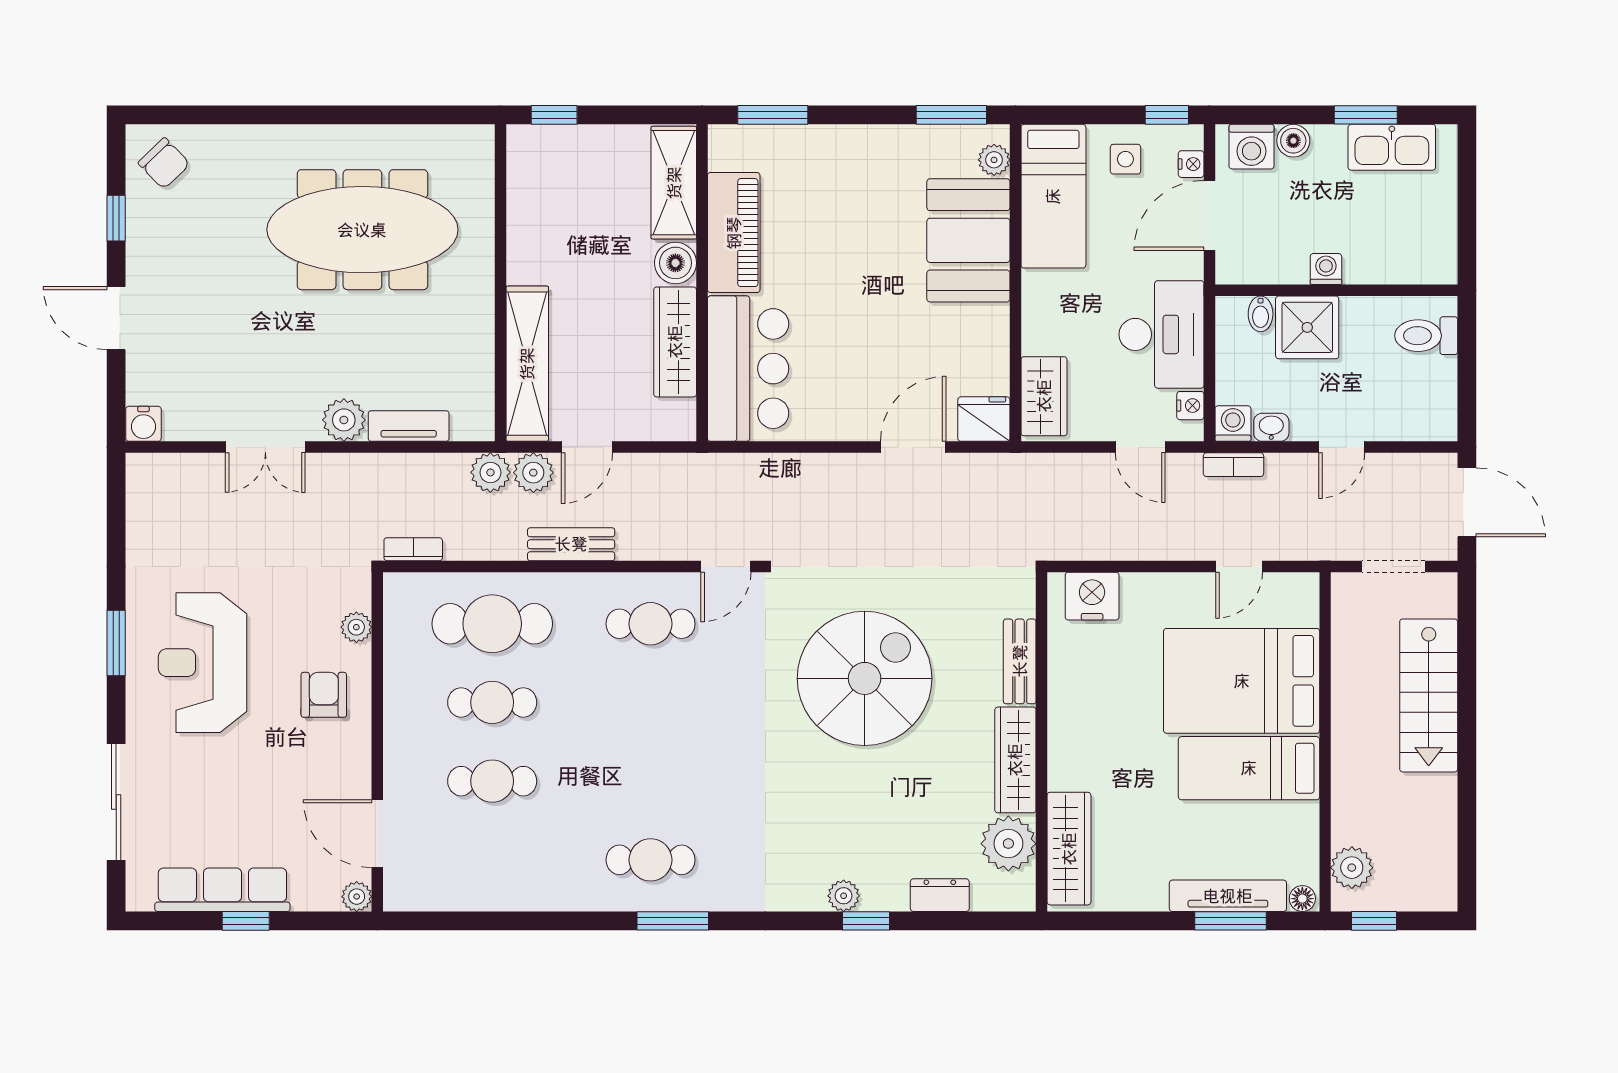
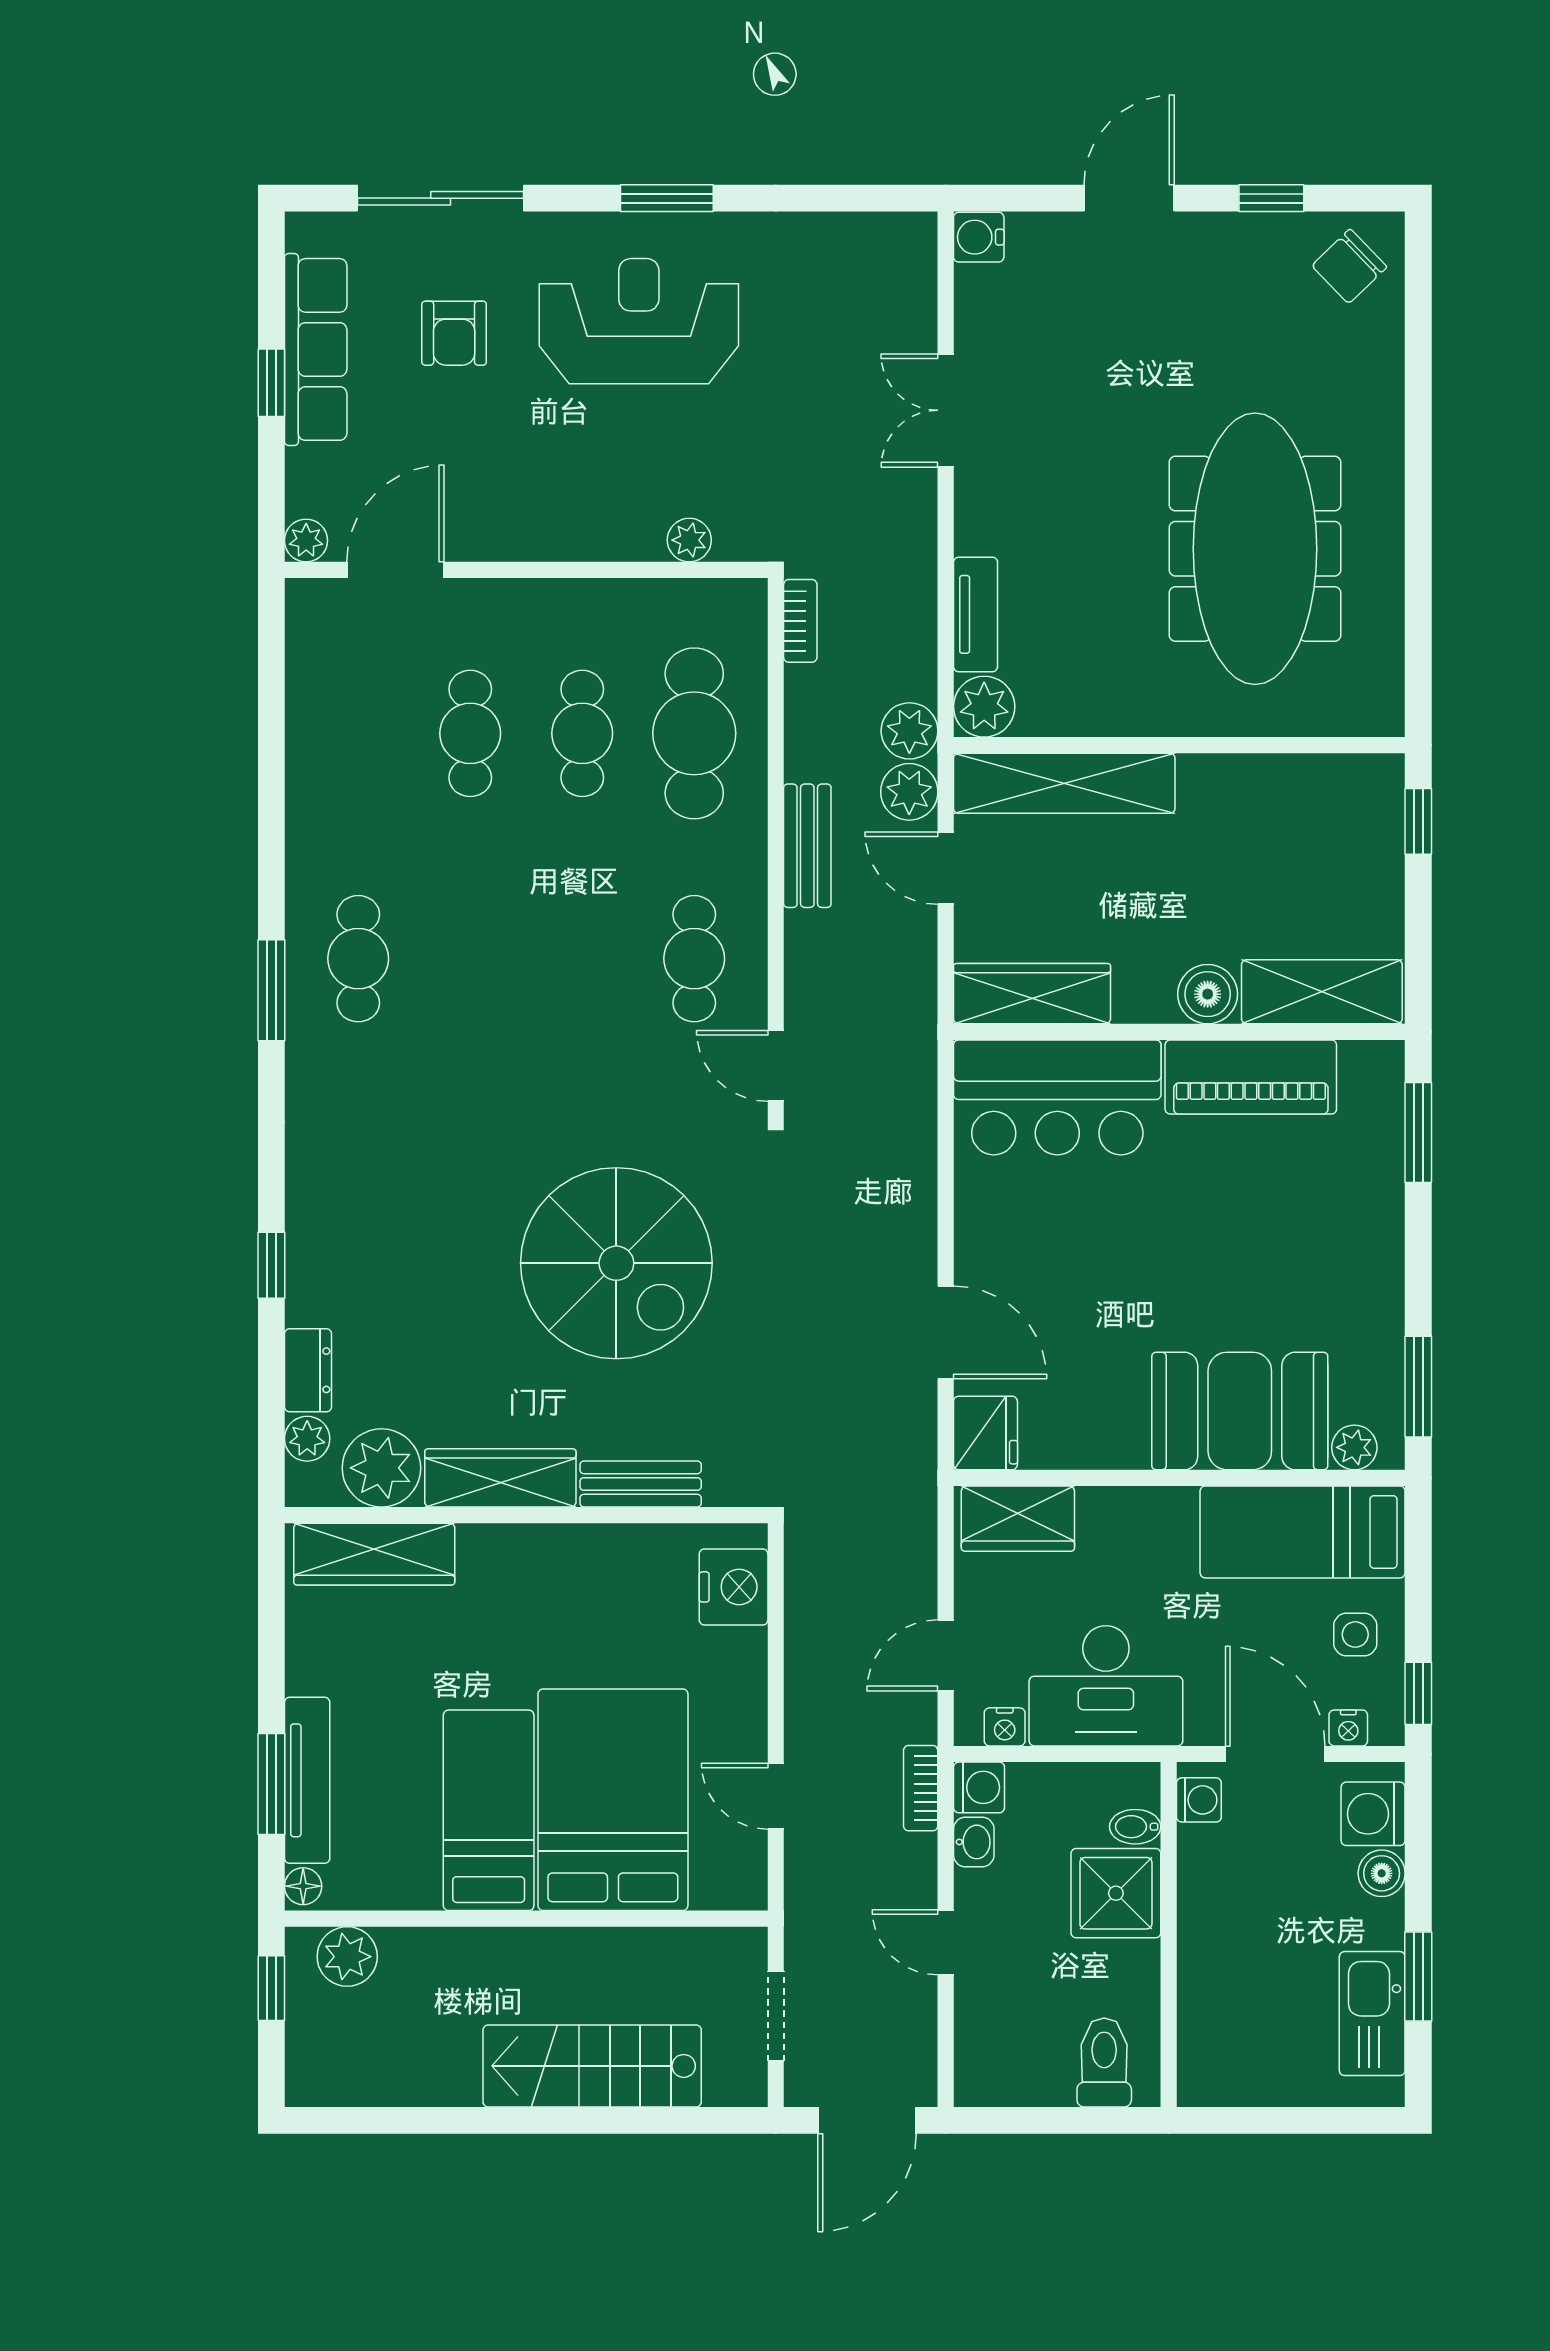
washing machine: (1326, 269) -> (1199, 1800), moved
wardrobe: (675, 342) -> (1032, 994), moved
plant: (344, 420) -> (984, 707), moved
armchair: (324, 695) -> (454, 333), moved, turned 90
plant: (844, 896) -> (307, 1439), moved

